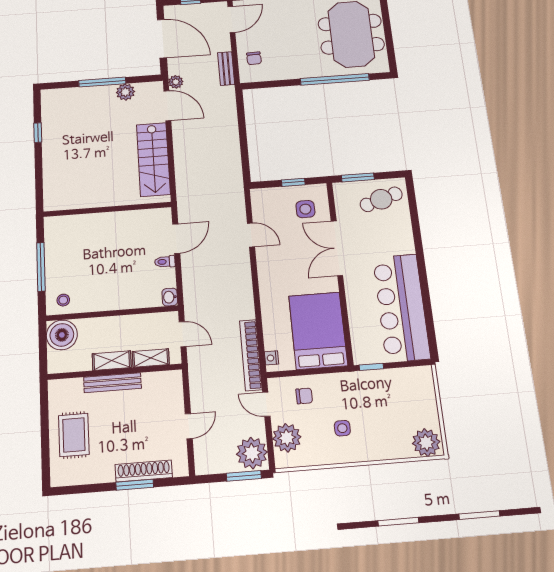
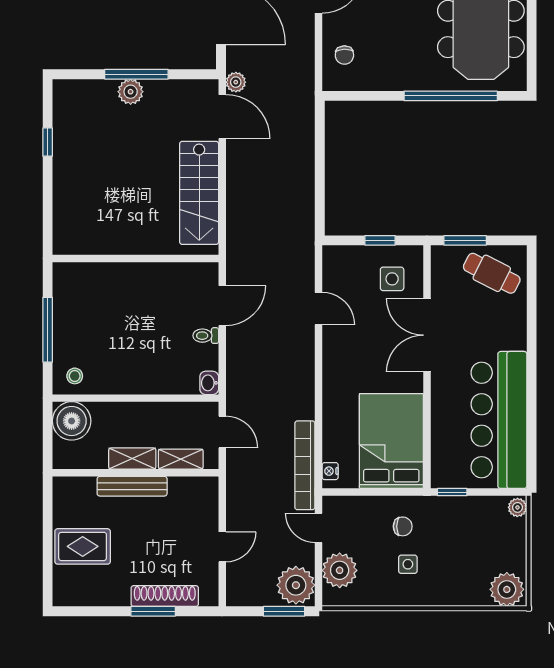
bench: (226, 69) -> (305, 68), removed
plant: (125, 92) -> (131, 92), moved
cafe table: (381, 199) -> (492, 273), turned 45
plant: (426, 375) -> (517, 507), added
chair: (304, 396) -> (403, 526), moved
rug: (74, 435) -> (83, 546), turned 90

